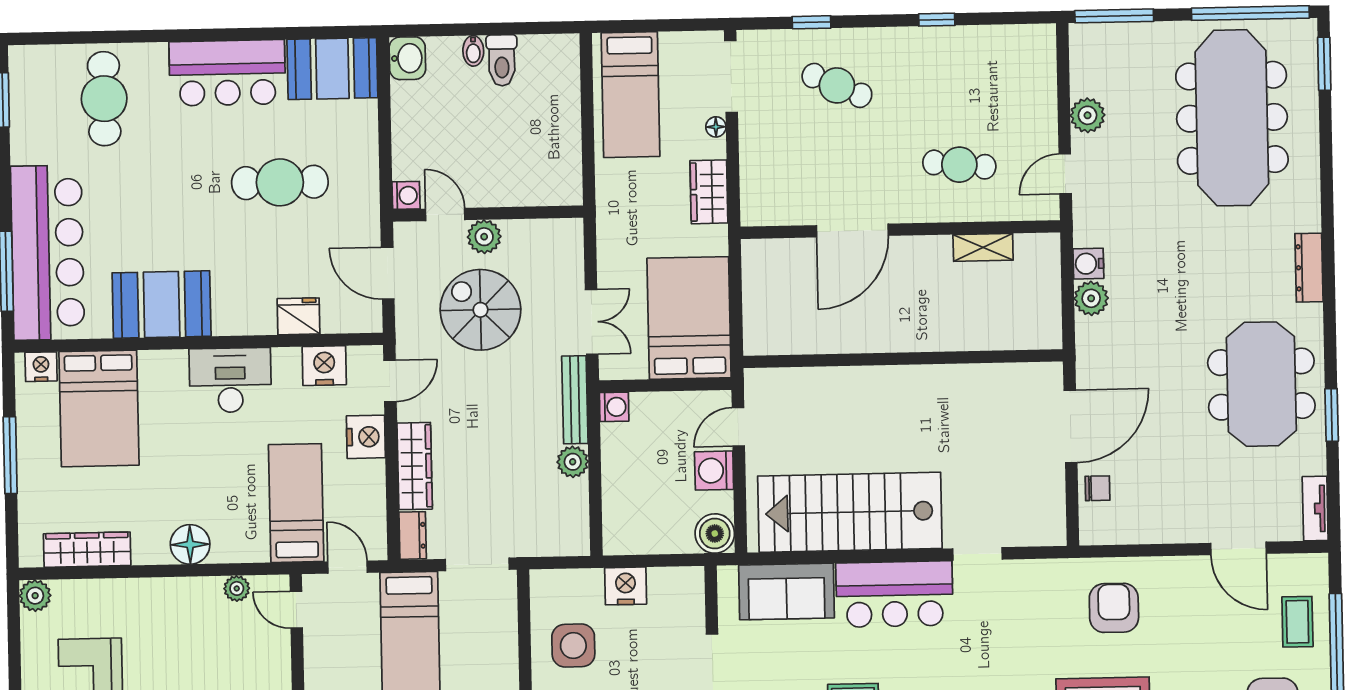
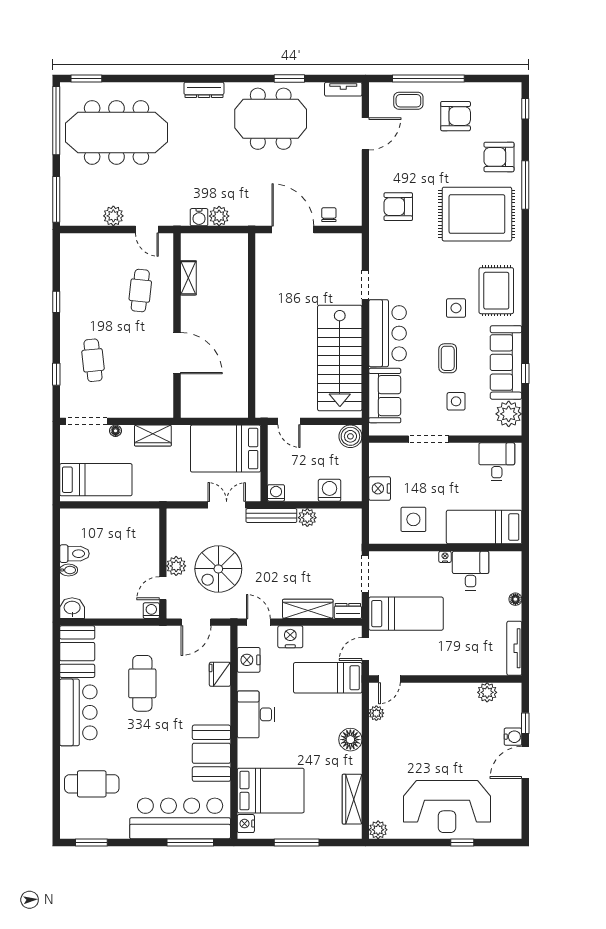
cafe table: (837, 85) -> (93, 360), turned -30
washing machine: (714, 471) -> (329, 490), moved, turned 180

